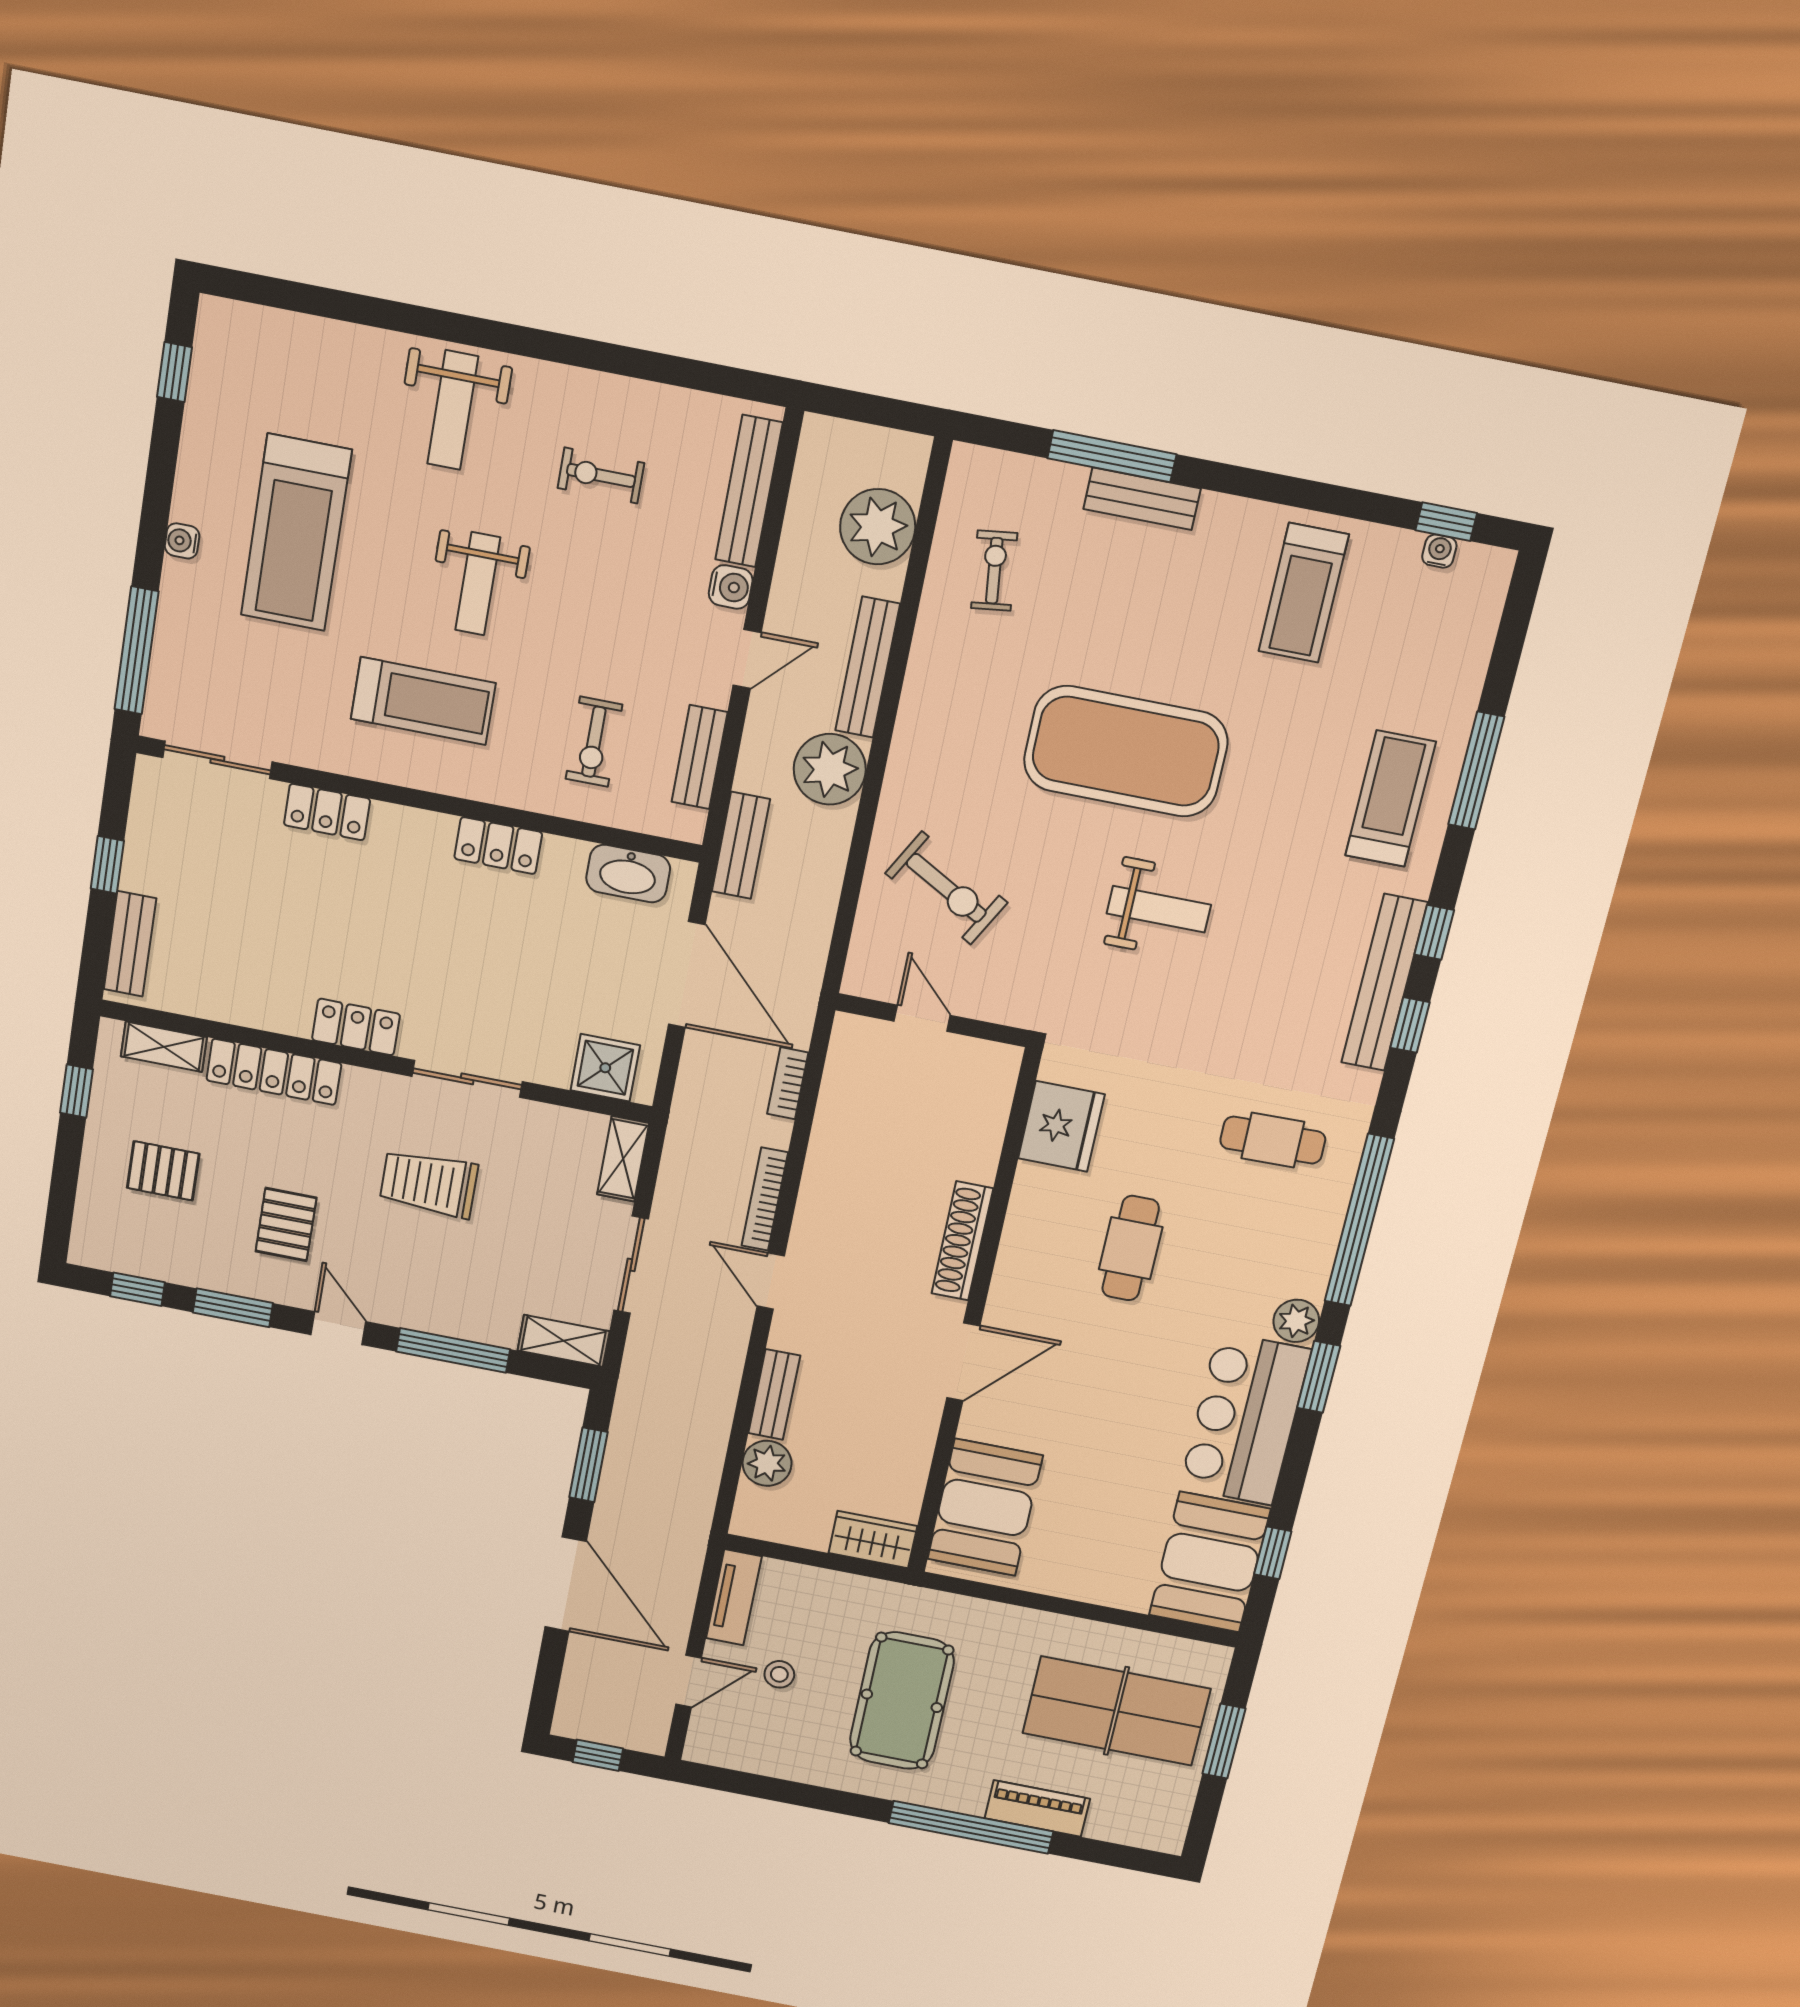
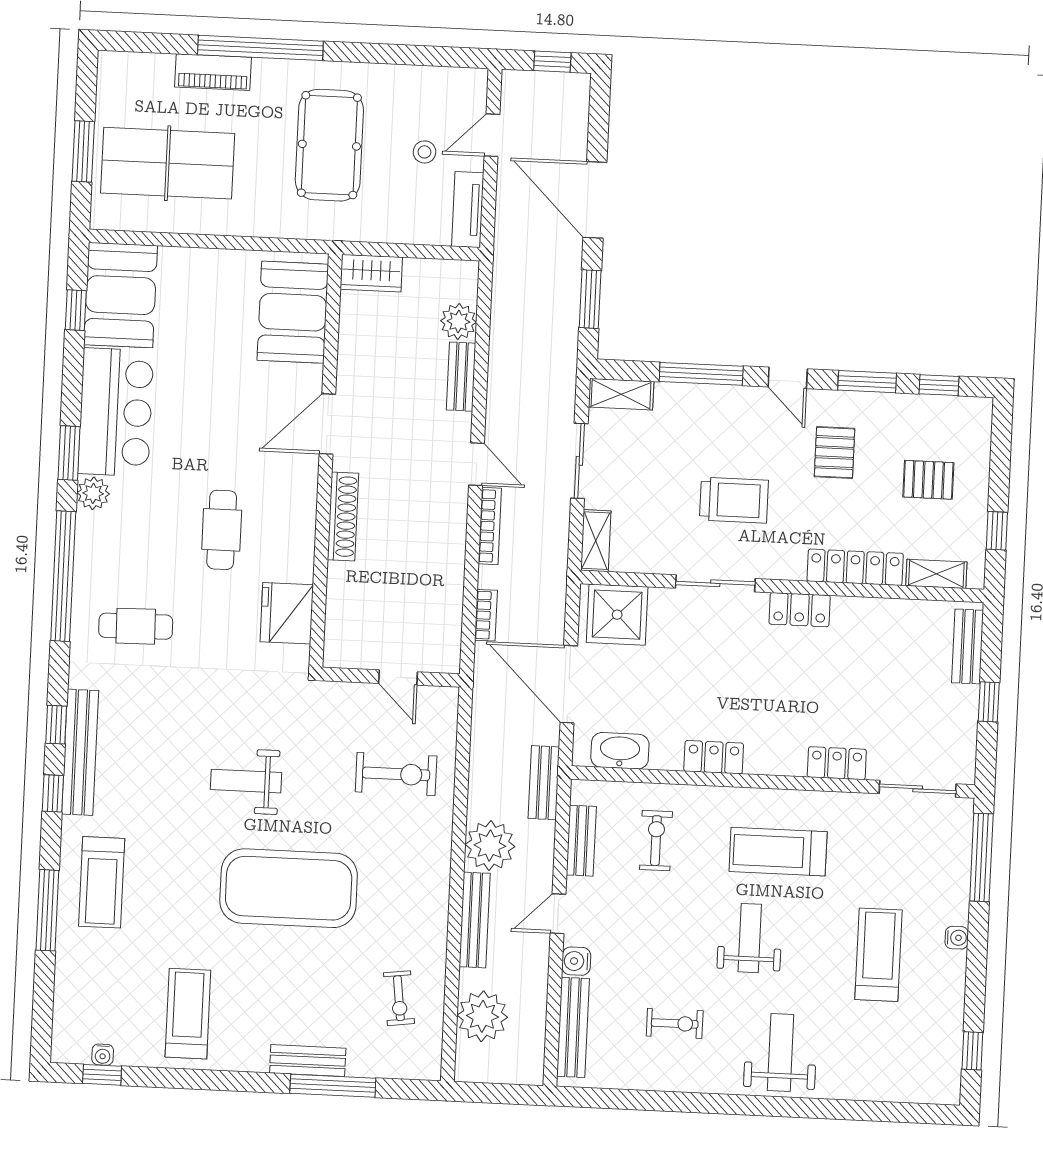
treadmill: (296, 533) -> (879, 955), width x0.73, depth x0.73
exercise bike: (946, 888) -> (396, 774), turned 151
shower: (605, 1068) -> (617, 615), width x1.36, depth x1.36

